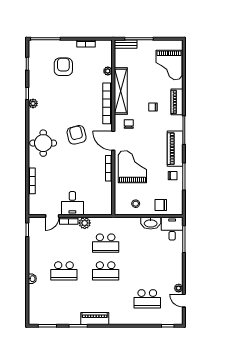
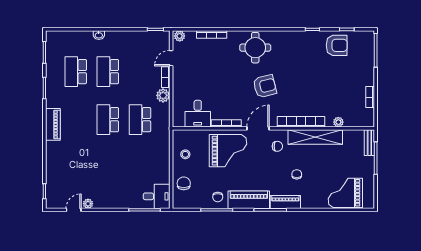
armchair: (63, 67) -> (337, 45), moved
piano: (177, 102) -> (285, 202), moved
plant: (33, 103) -> (180, 36), moved
desk: (72, 203) -> (198, 114), moved, turned -90
door: (52, 216) -> (171, 58), hinge flipped
washbasin: (151, 223) -> (163, 172), removed
school desk: (147, 299) -> (76, 72), moved
piano: (95, 319) -> (53, 124), moved

